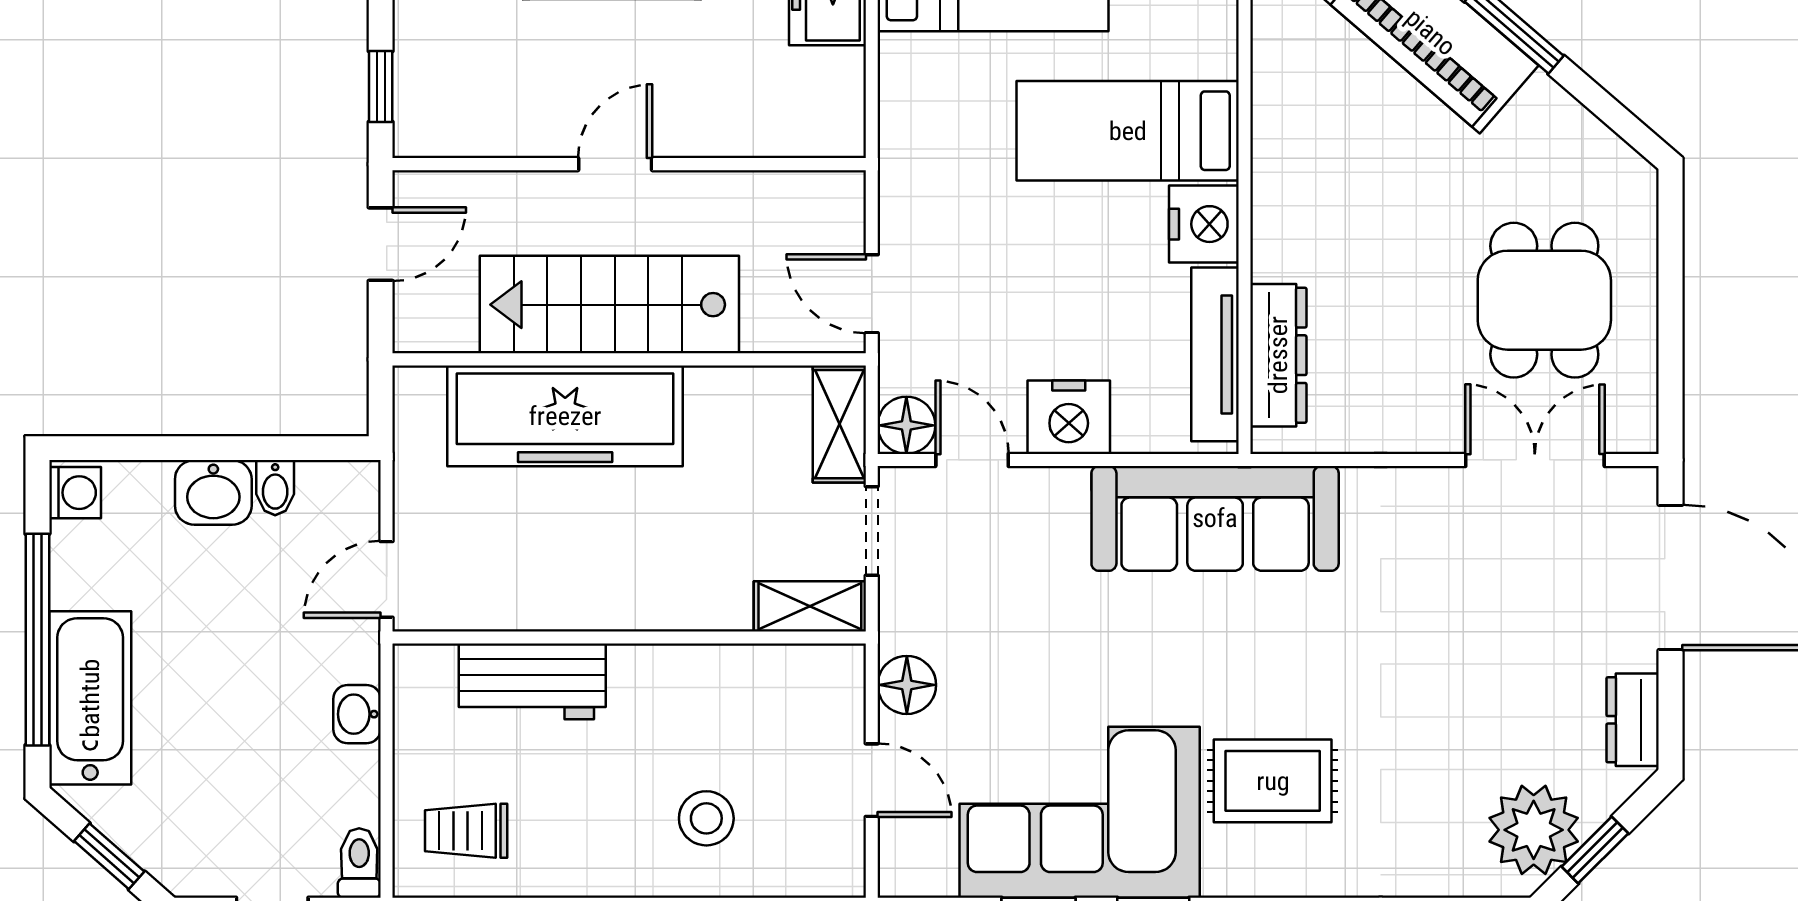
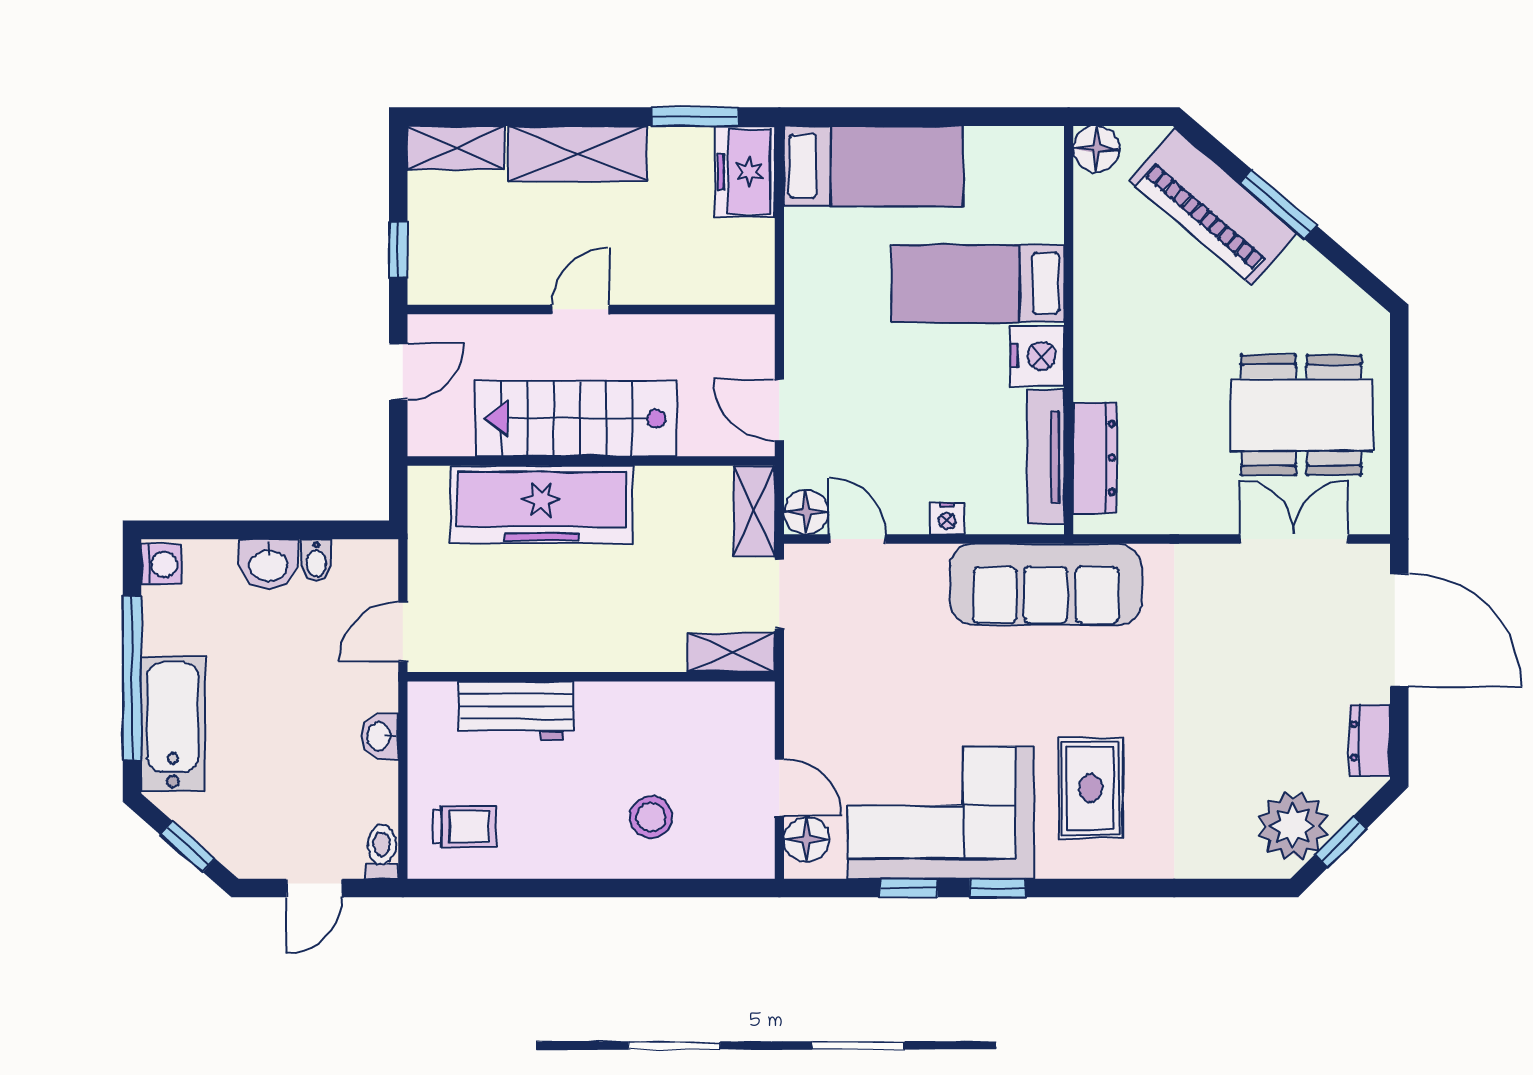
dining table: (1544, 300) -> (1301, 415), width x1.38
nightstand: (1069, 417) -> (947, 518), width x0.53, depth x0.56
floor lamp: (907, 685) -> (807, 839), moved
rug: (1273, 781) -> (1090, 788), turned 90
trolley: (466, 831) -> (465, 827), turned 180

